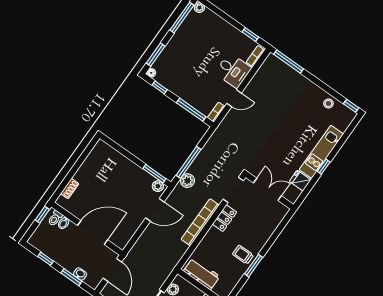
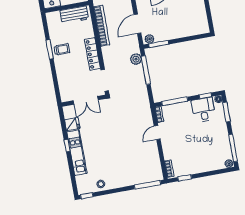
desk: (233, 70) -> (203, 110), moved, turned 90
locker: (224, 218) -> (92, 54), width x1.53
bookcase: (200, 222) -> (102, 26), moved

